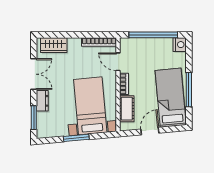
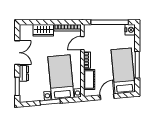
wardrobe: (54, 45) -> (43, 30), moved
door: (118, 62) -> (82, 43), hinge flipped

